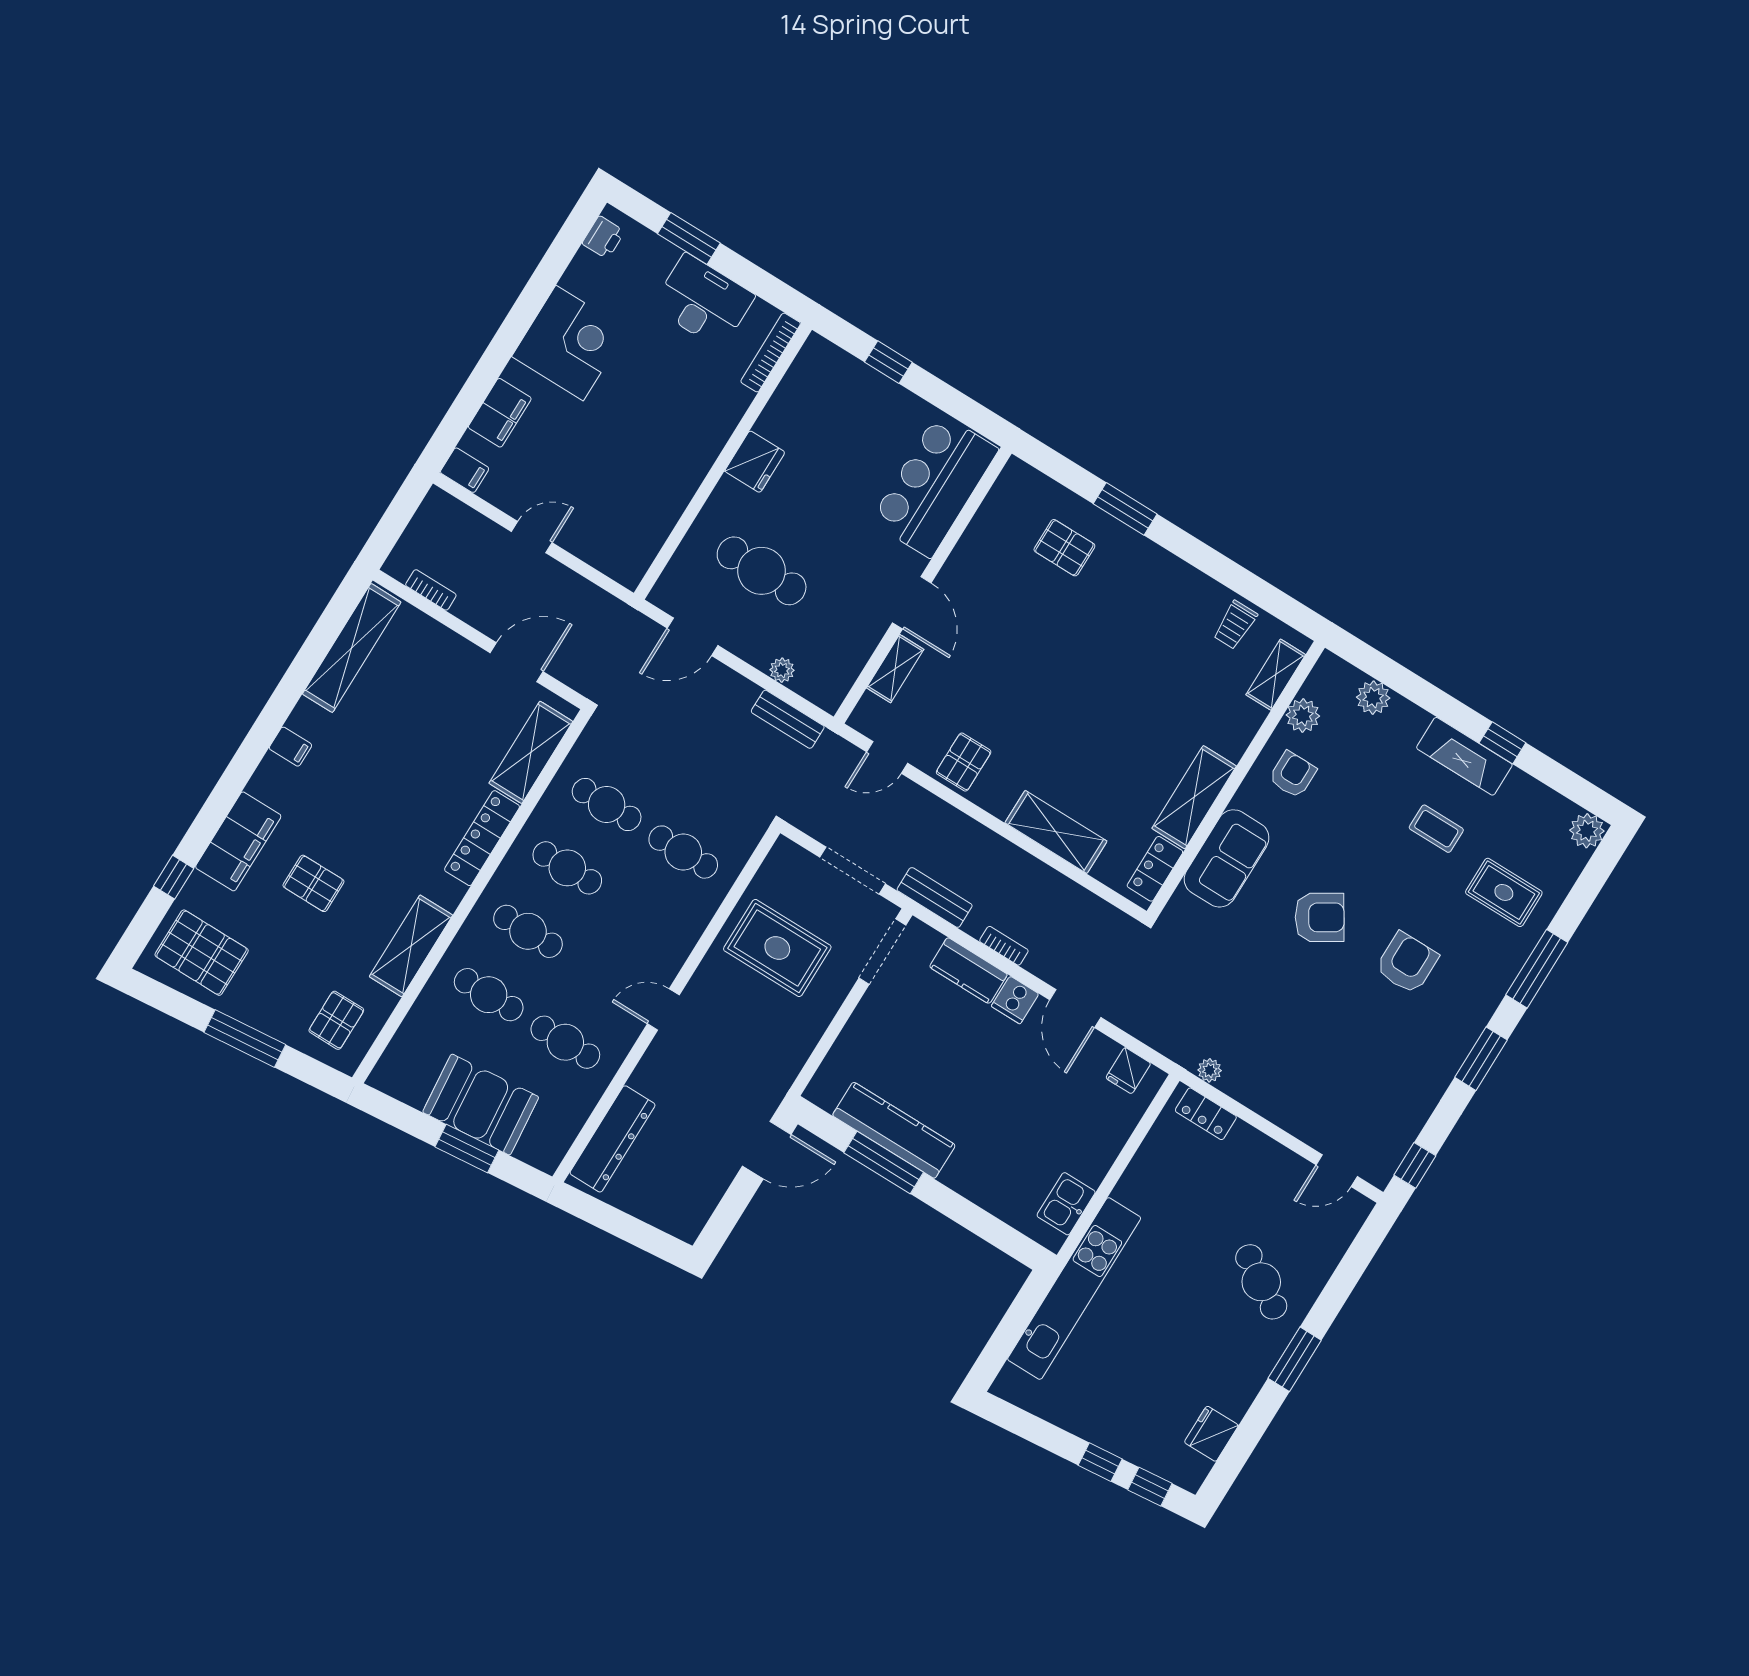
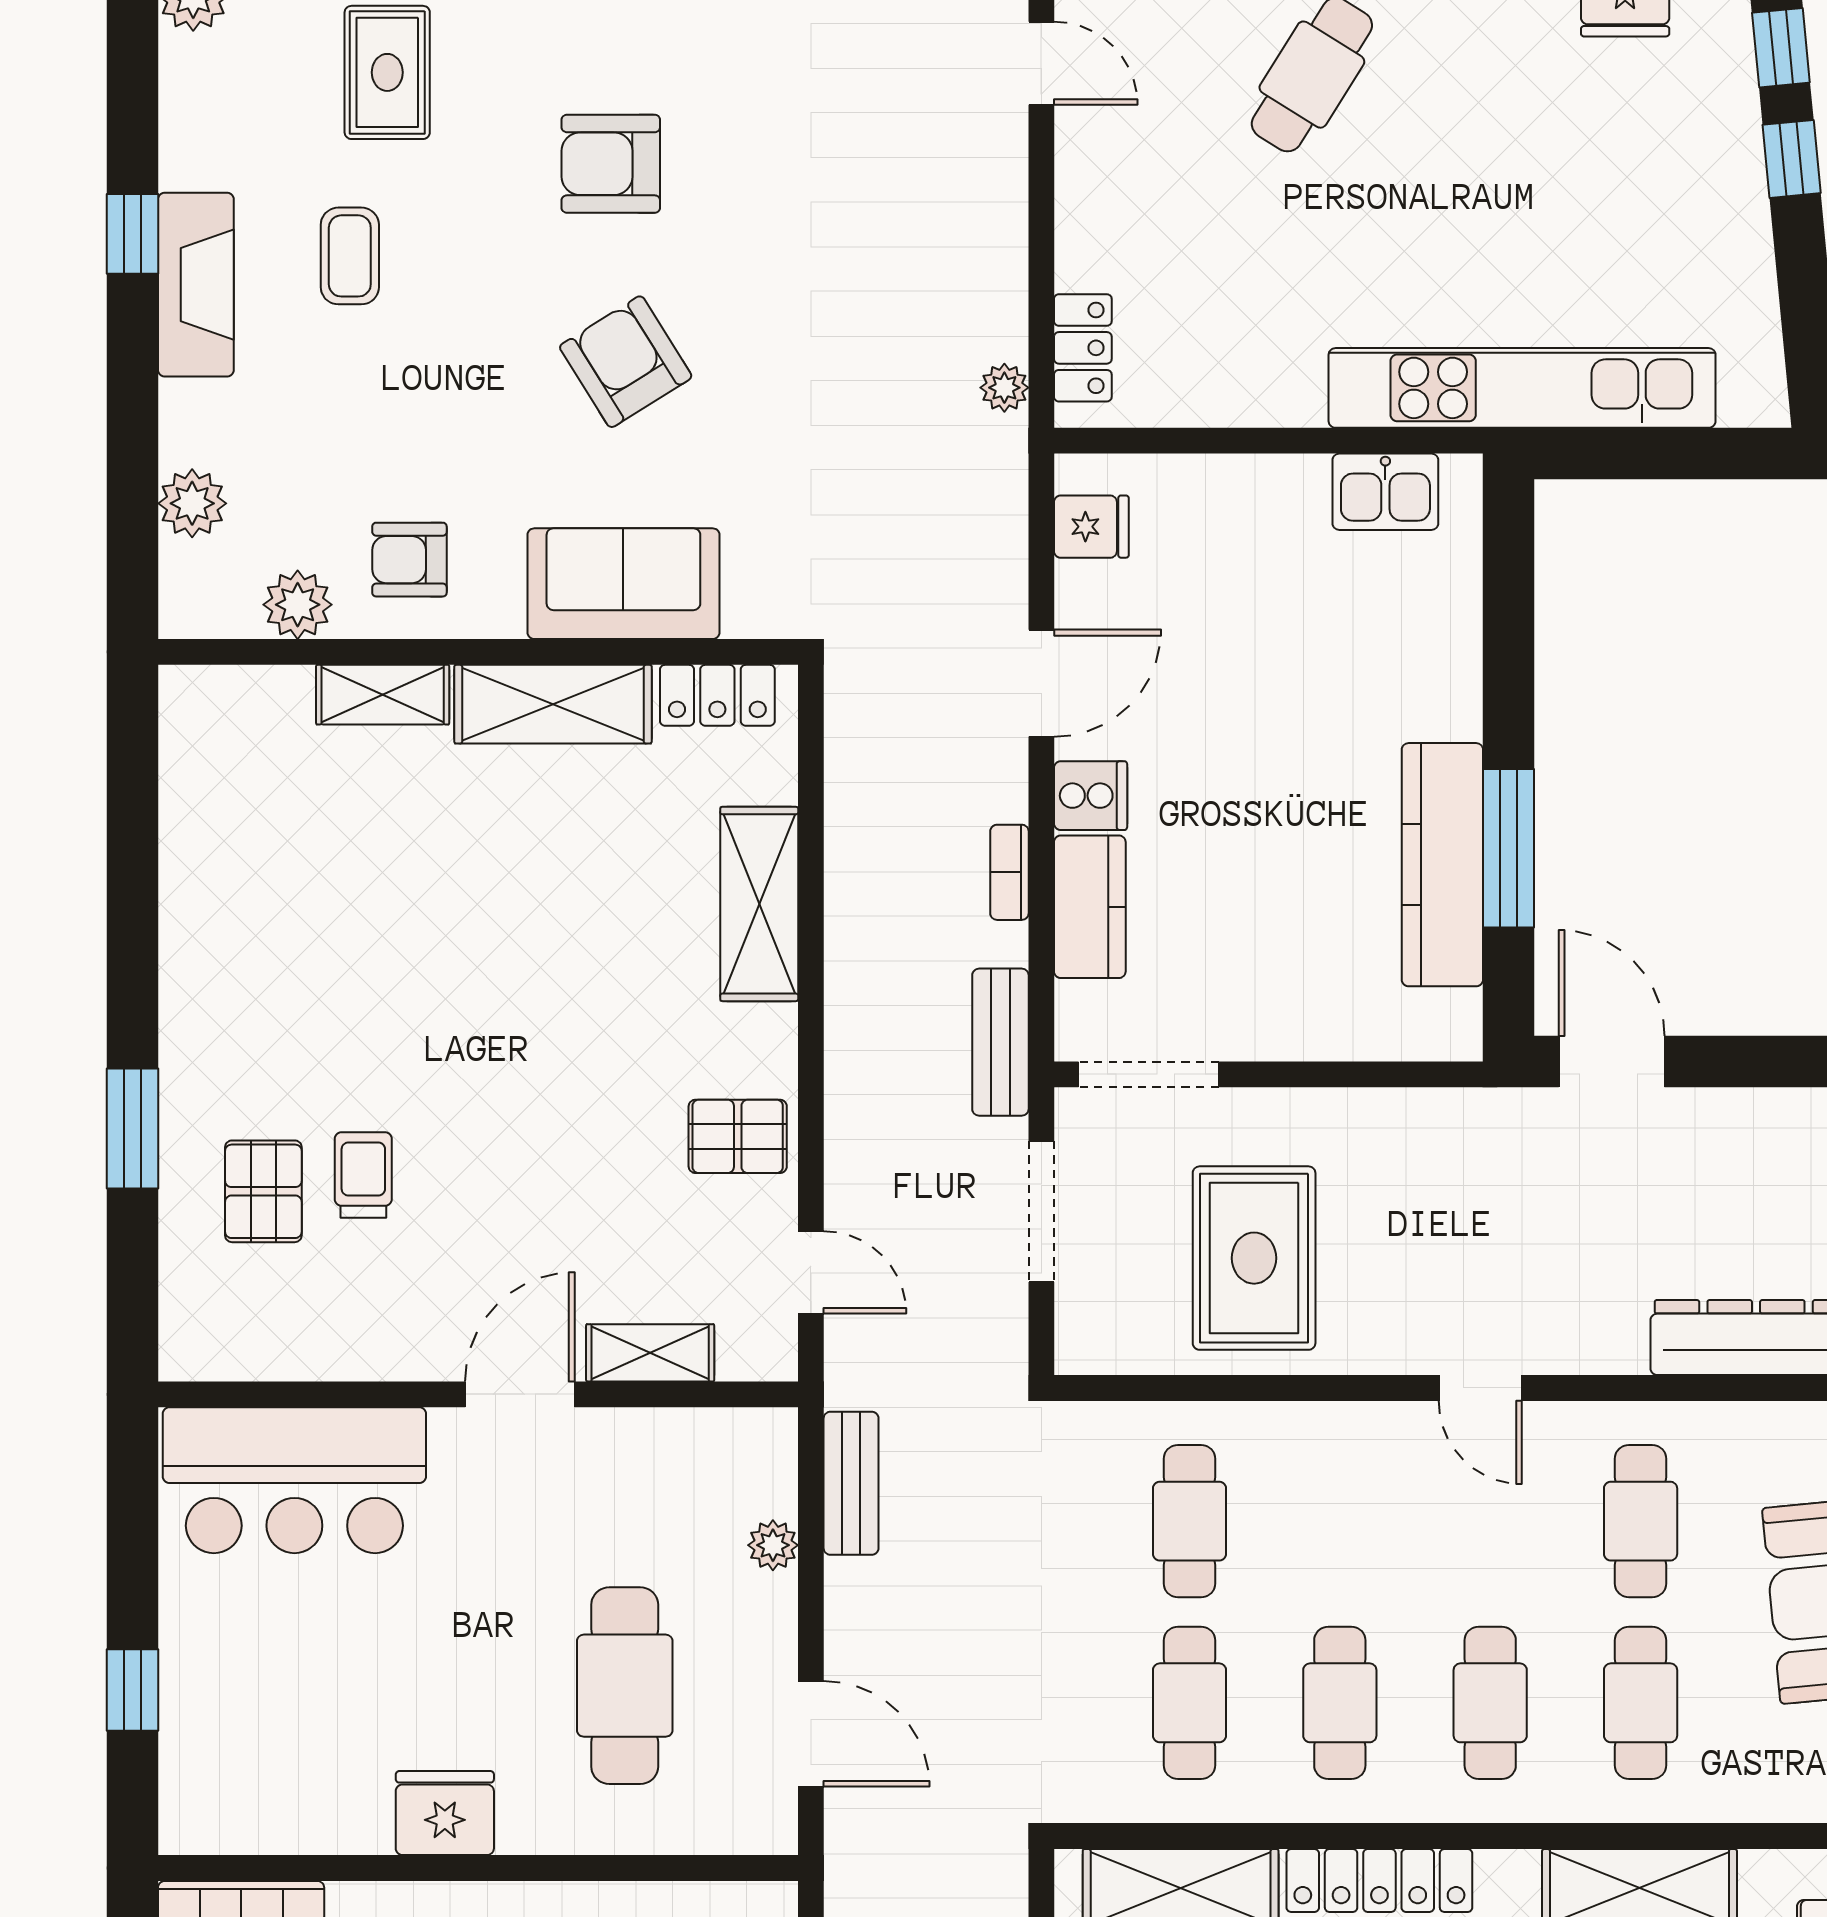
trolley: (1235, 625) -> (363, 1175), moved, turned -90
shelving: (1276, 675) -> (383, 695), moved

